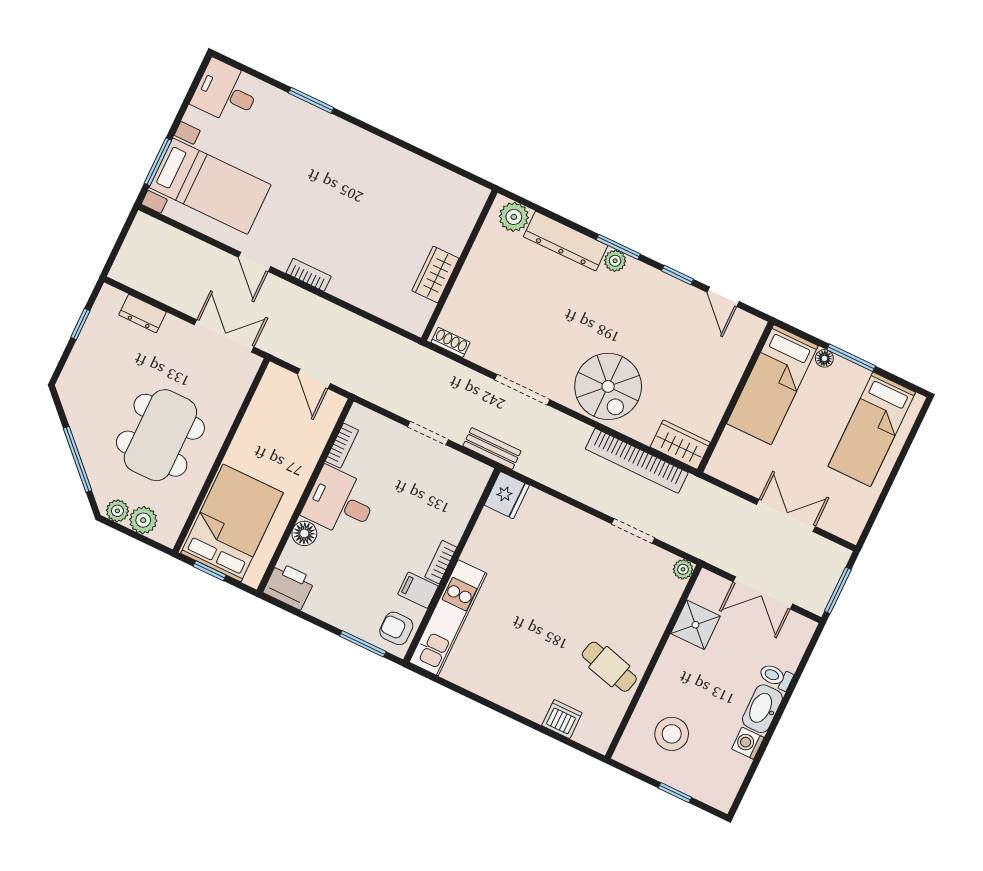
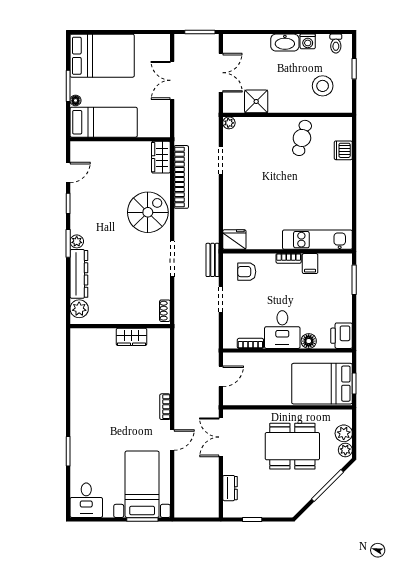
bed: (872, 429) -> (102, 56), width x1.50
armchair: (396, 628) -> (247, 272), moved, turned 90
toilet: (776, 677) -> (336, 44), moved

